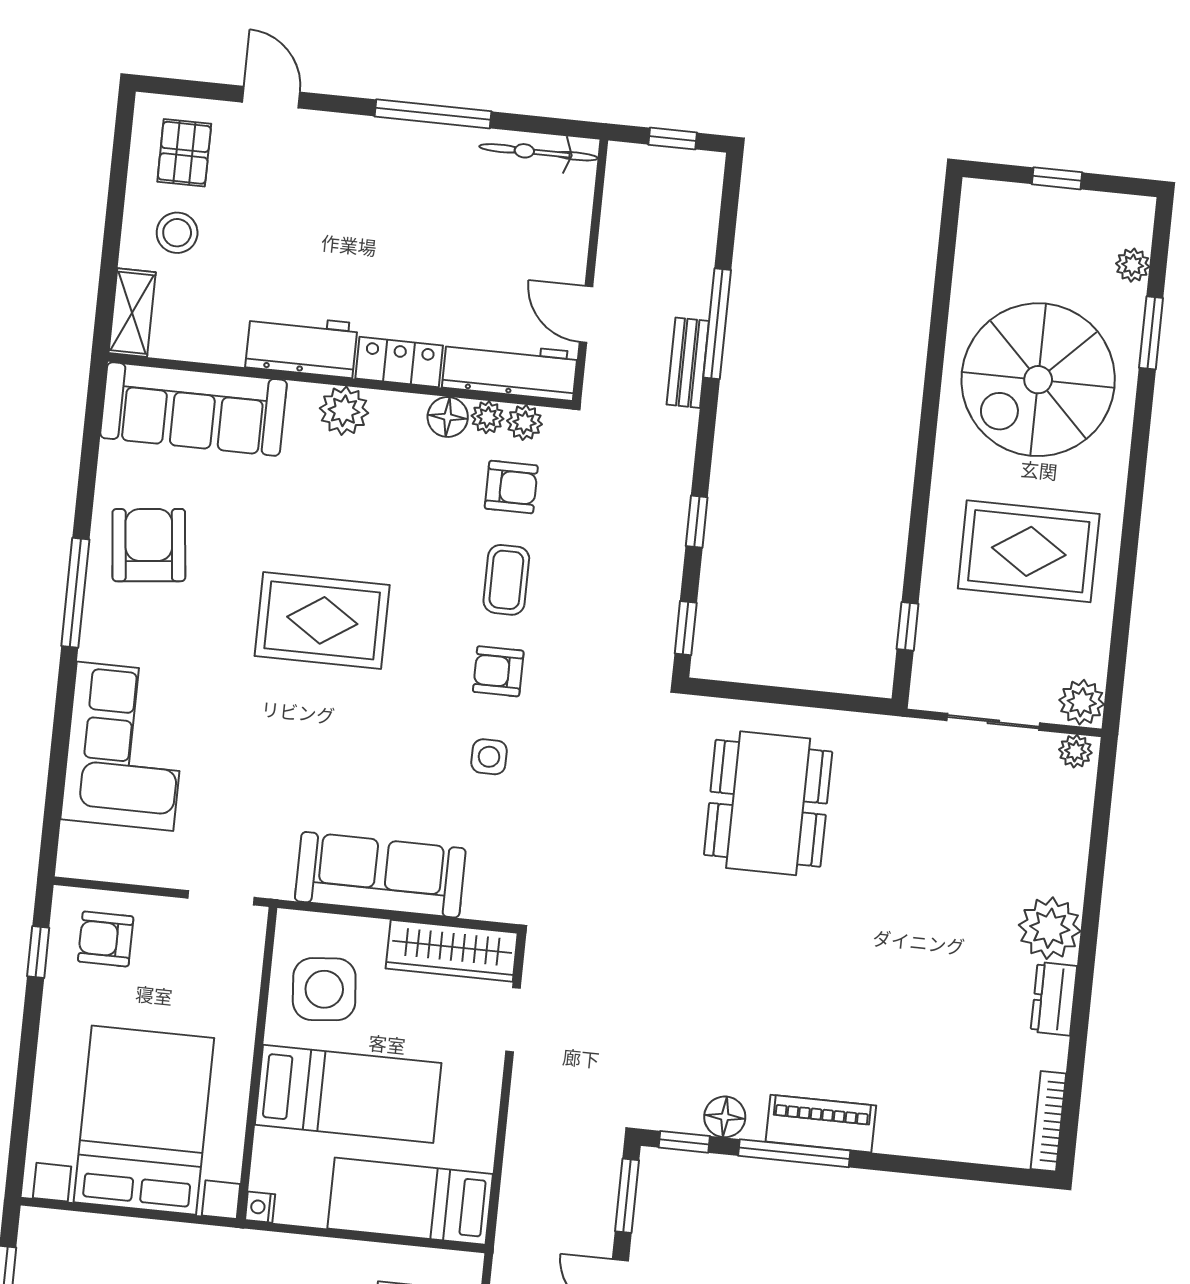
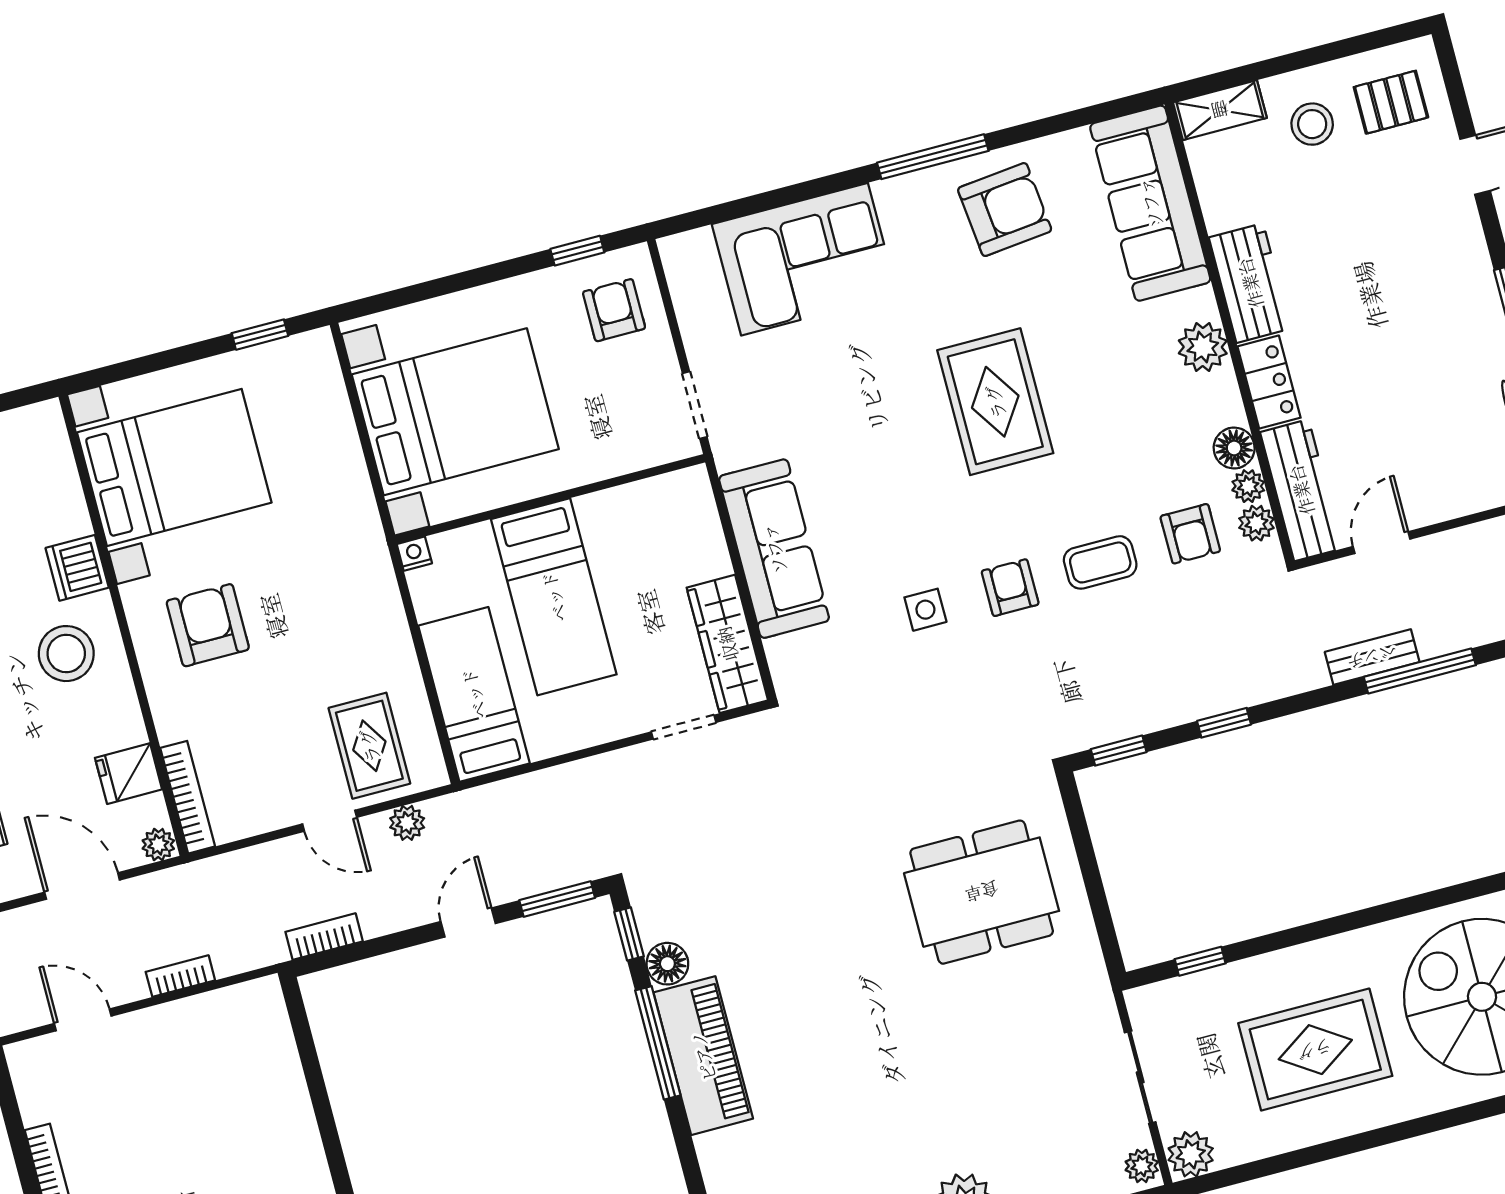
rug: (1029, 551) -> (1315, 1050), turned 90
side table: (324, 989) -> (645, 536), removed
piano: (821, 1124) -> (703, 1056), width x1.37, depth x1.33

